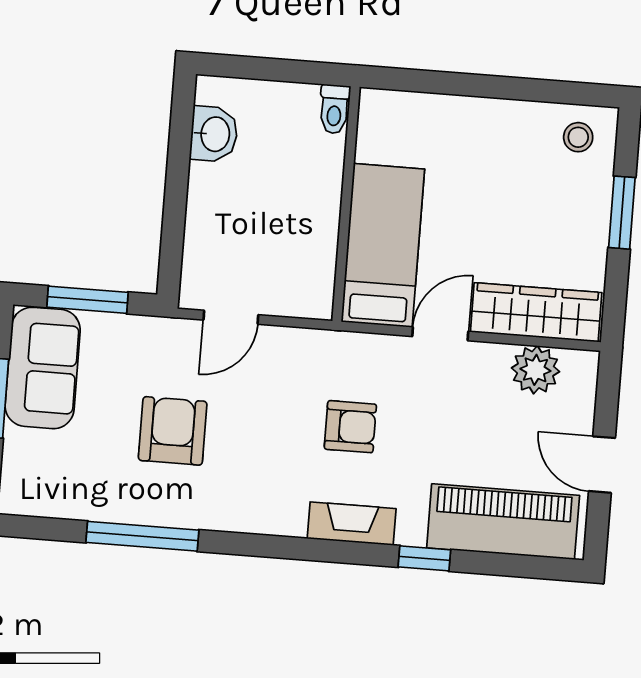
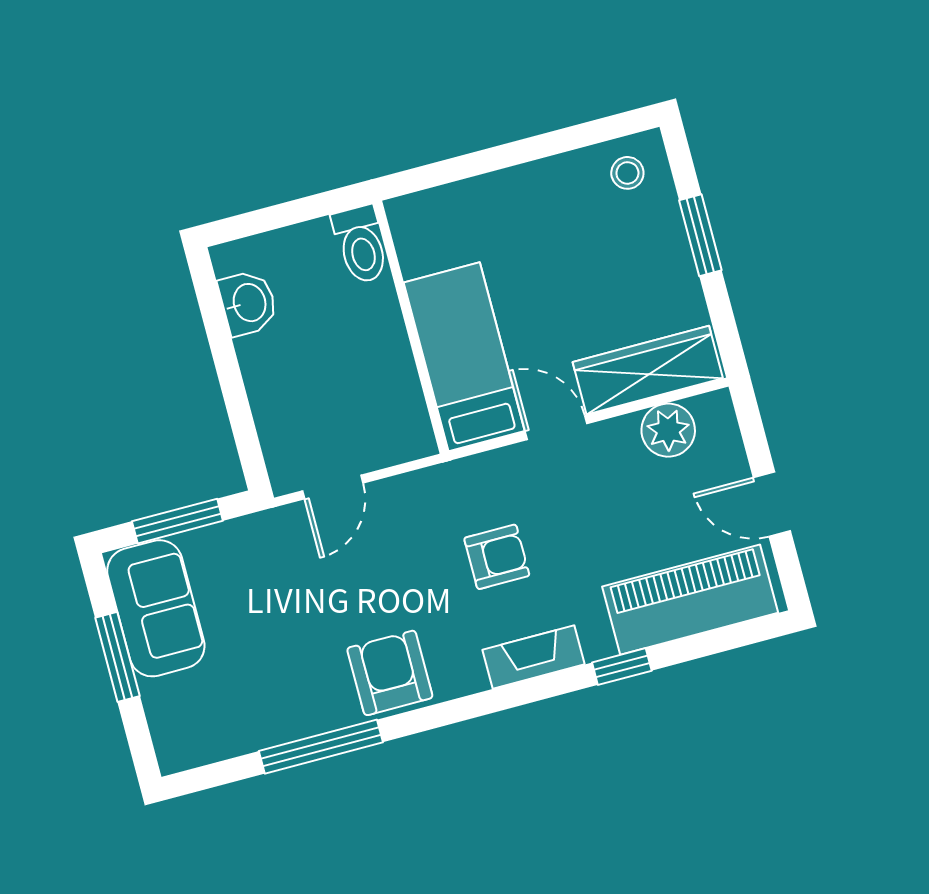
toilet: (334, 109) -> (361, 244), width x1.37, depth x1.39
door: (440, 334) -> (556, 428), hinge flipped
armchair: (173, 431) -> (390, 673), moved

